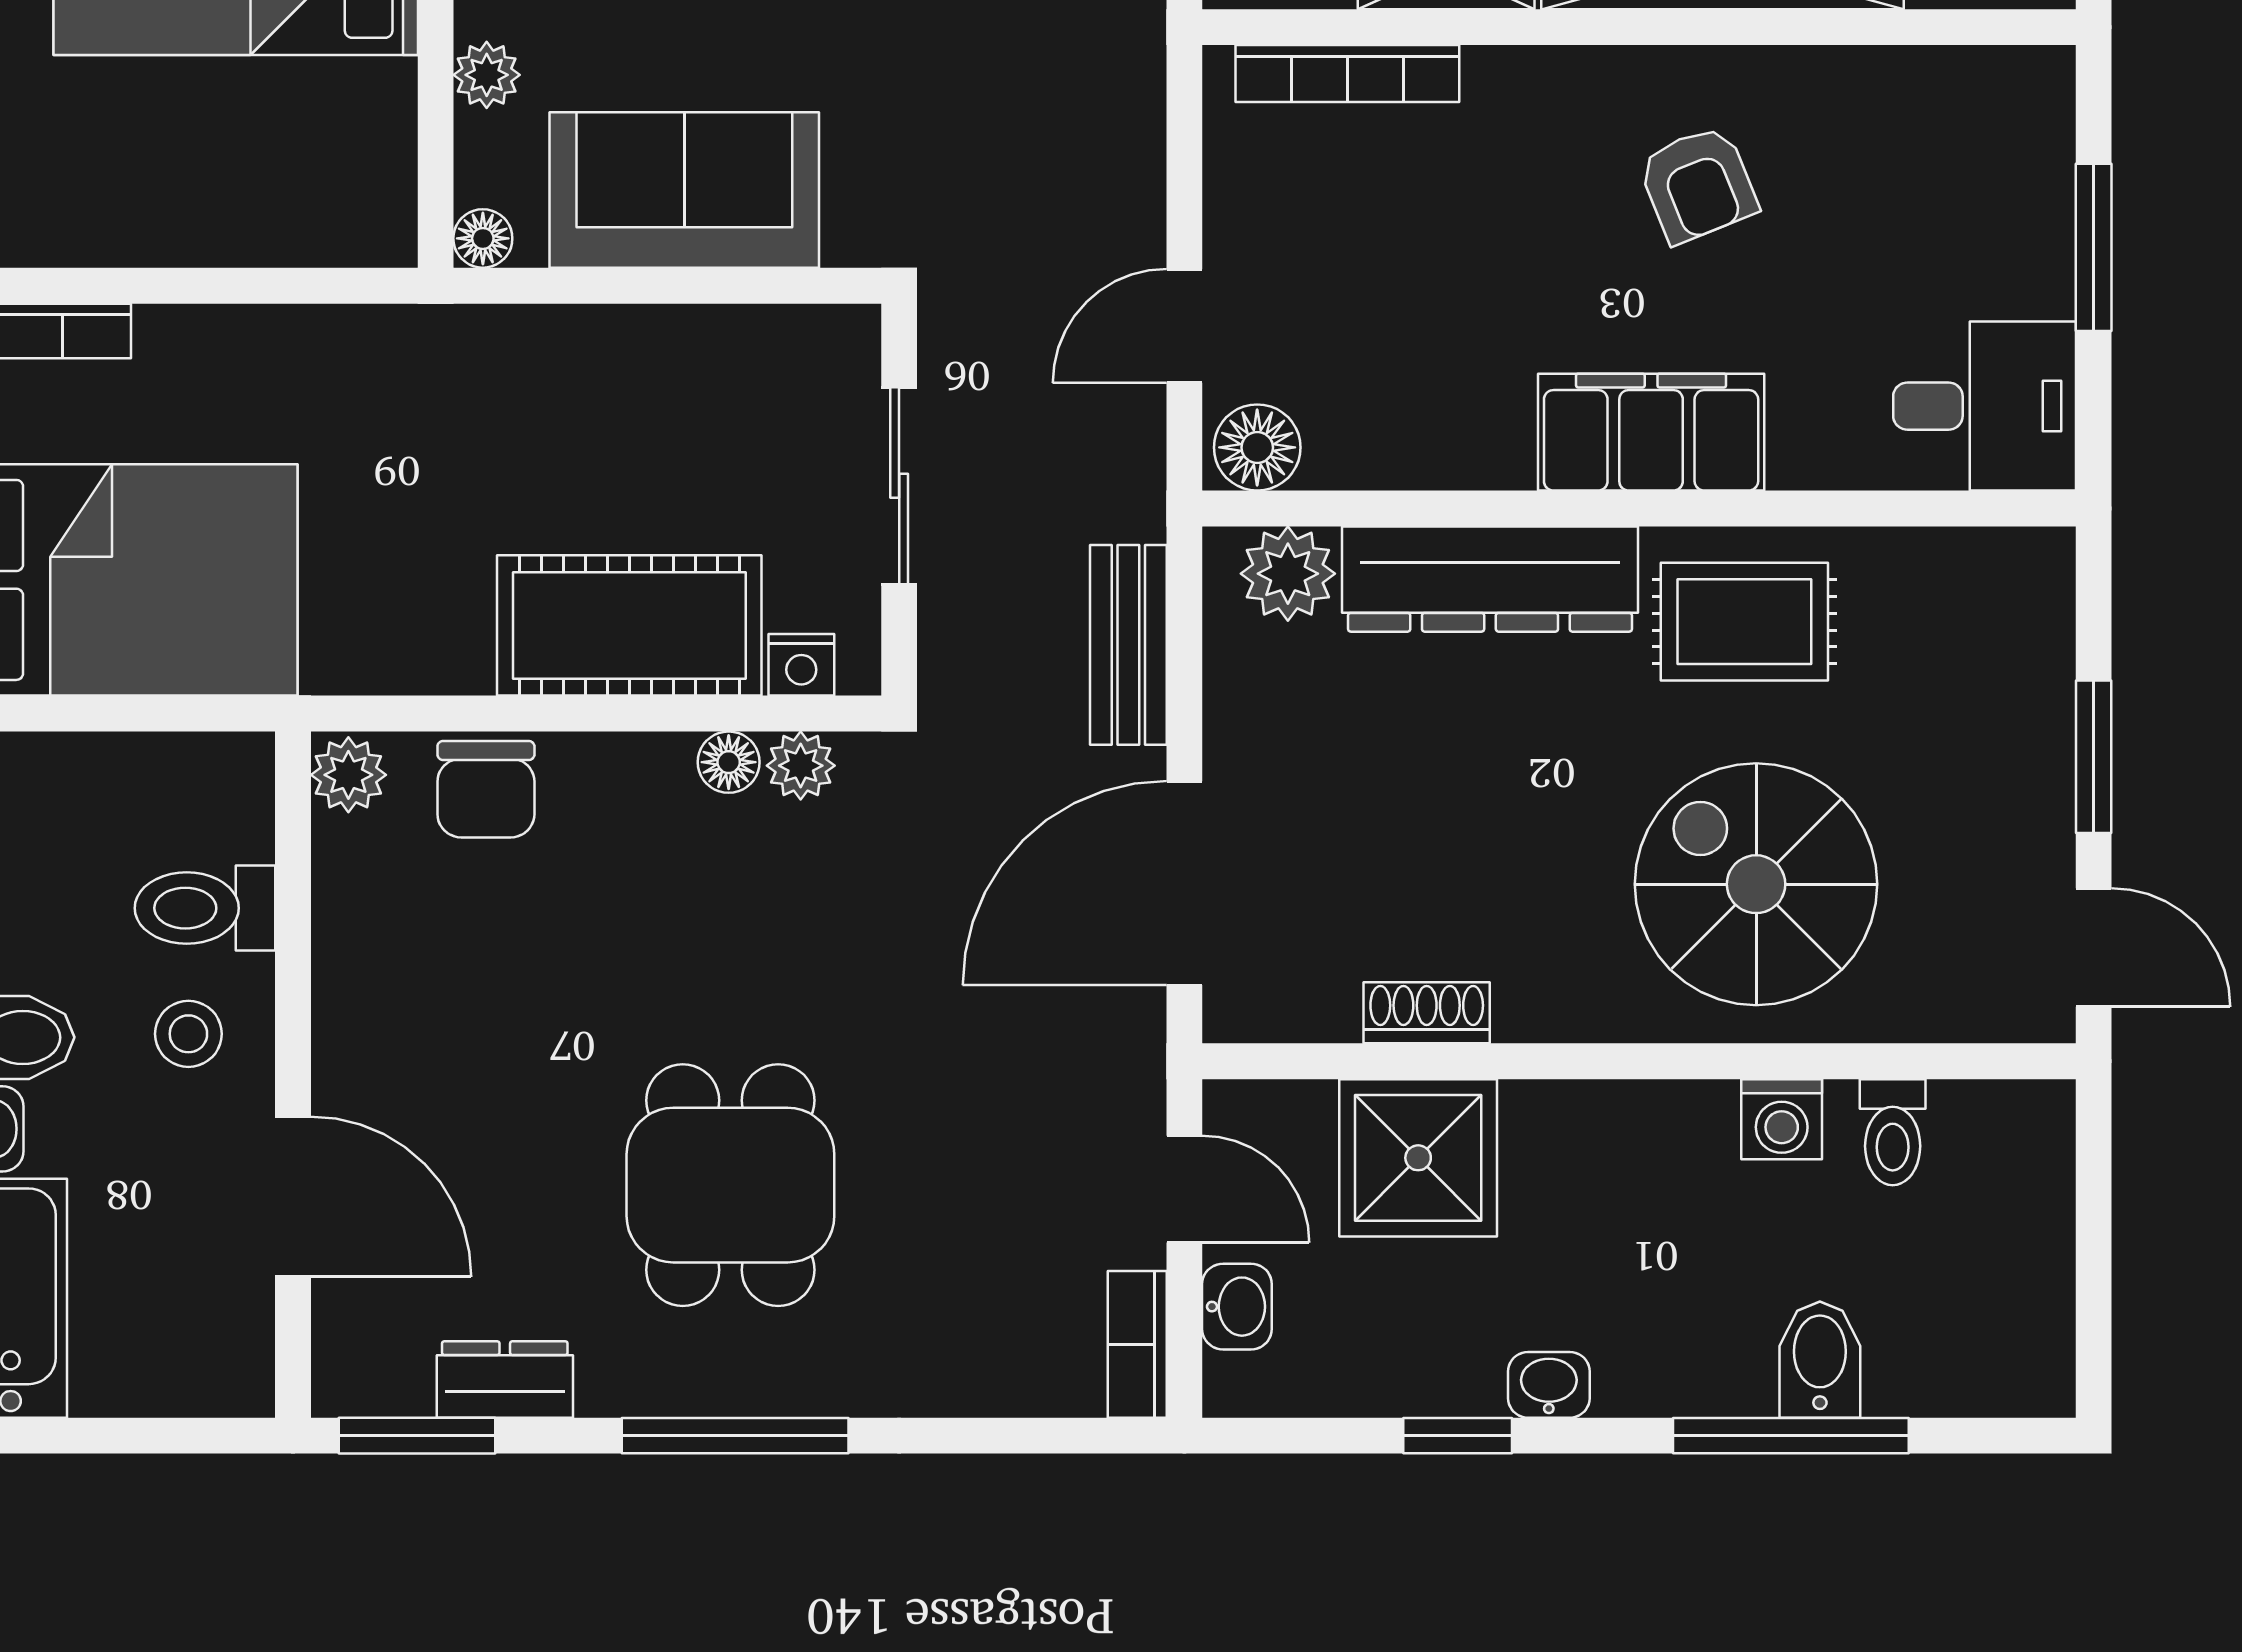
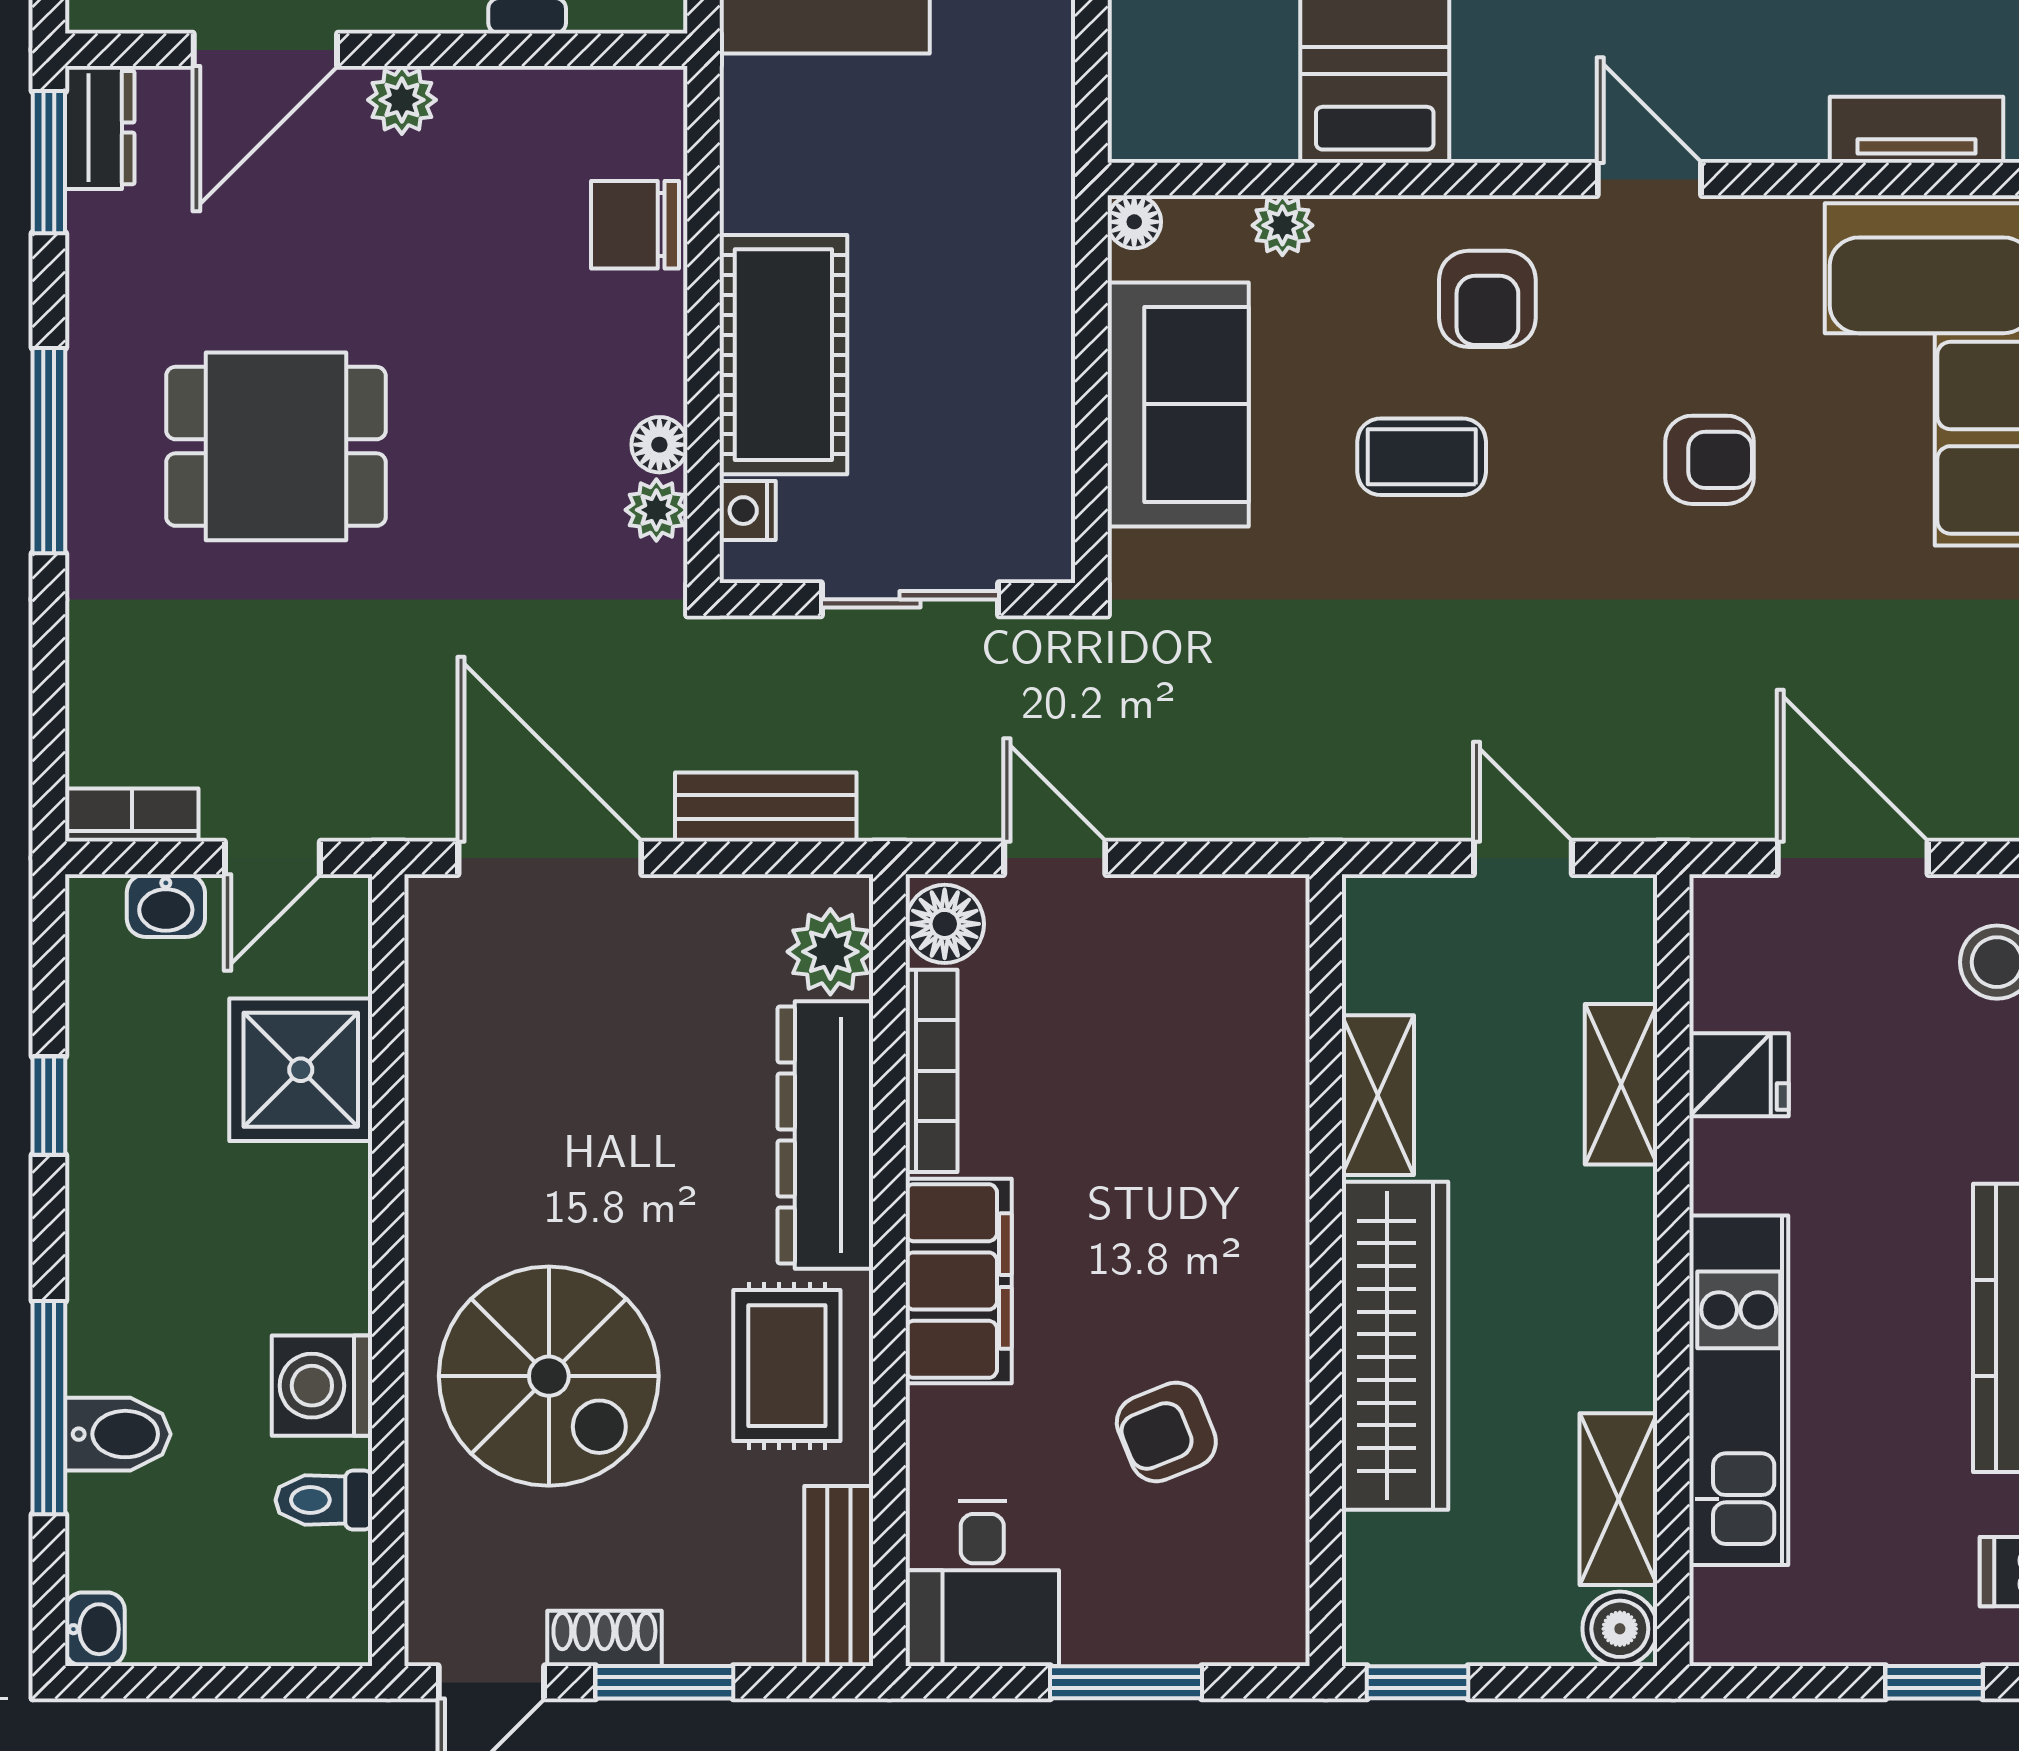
bookcase: (1347, 74) -> (931, 1071), moved, turned 180
armchair: (1698, 184) -> (1166, 1432), moved
bench: (1976, 564) -> (839, 1576), added
plant: (348, 775) -> (402, 100), moved
spiral stairs: (1756, 884) -> (549, 1376), turned 90
shoe rack: (1427, 1013) -> (604, 1638), moved, turned -90
washing machine: (1782, 1119) -> (322, 1386), width x1.38, depth x1.38
dresser: (505, 1380) -> (100, 128), moved
washbasin: (1549, 1385) -> (95, 1629), moved

